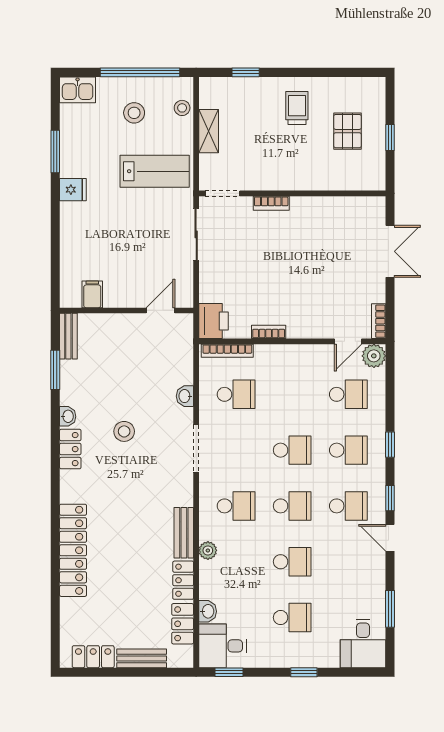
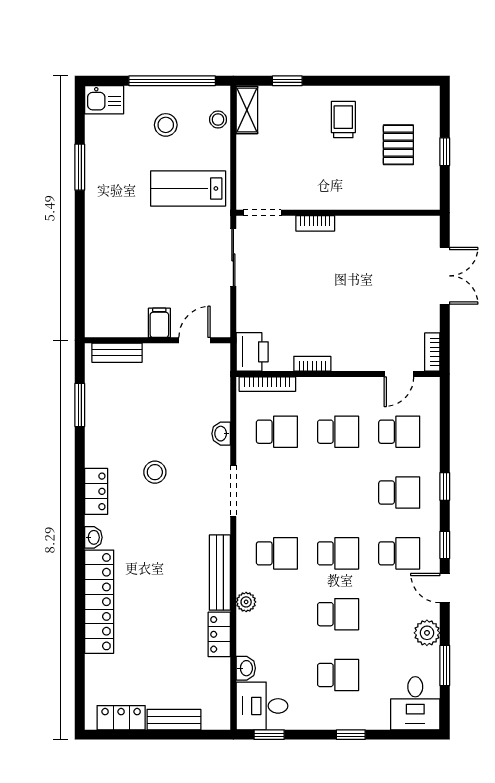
shelving: (209, 131) -> (247, 110), moved
lab bench: (155, 171) -> (188, 188), turned 180
fridge: (73, 190) -> (99, 209), removed
filing cabinet: (92, 294) -> (159, 323), moved
bench: (68, 336) -> (117, 353), moved, turned 90
plant: (374, 356) -> (427, 633), moved
washbasin: (68, 416) -> (93, 537), moved
school desk: (292, 450) -> (338, 432), moved
bench: (184, 533) -> (220, 573), width x1.36
locker: (183, 624) -> (219, 682), removed

